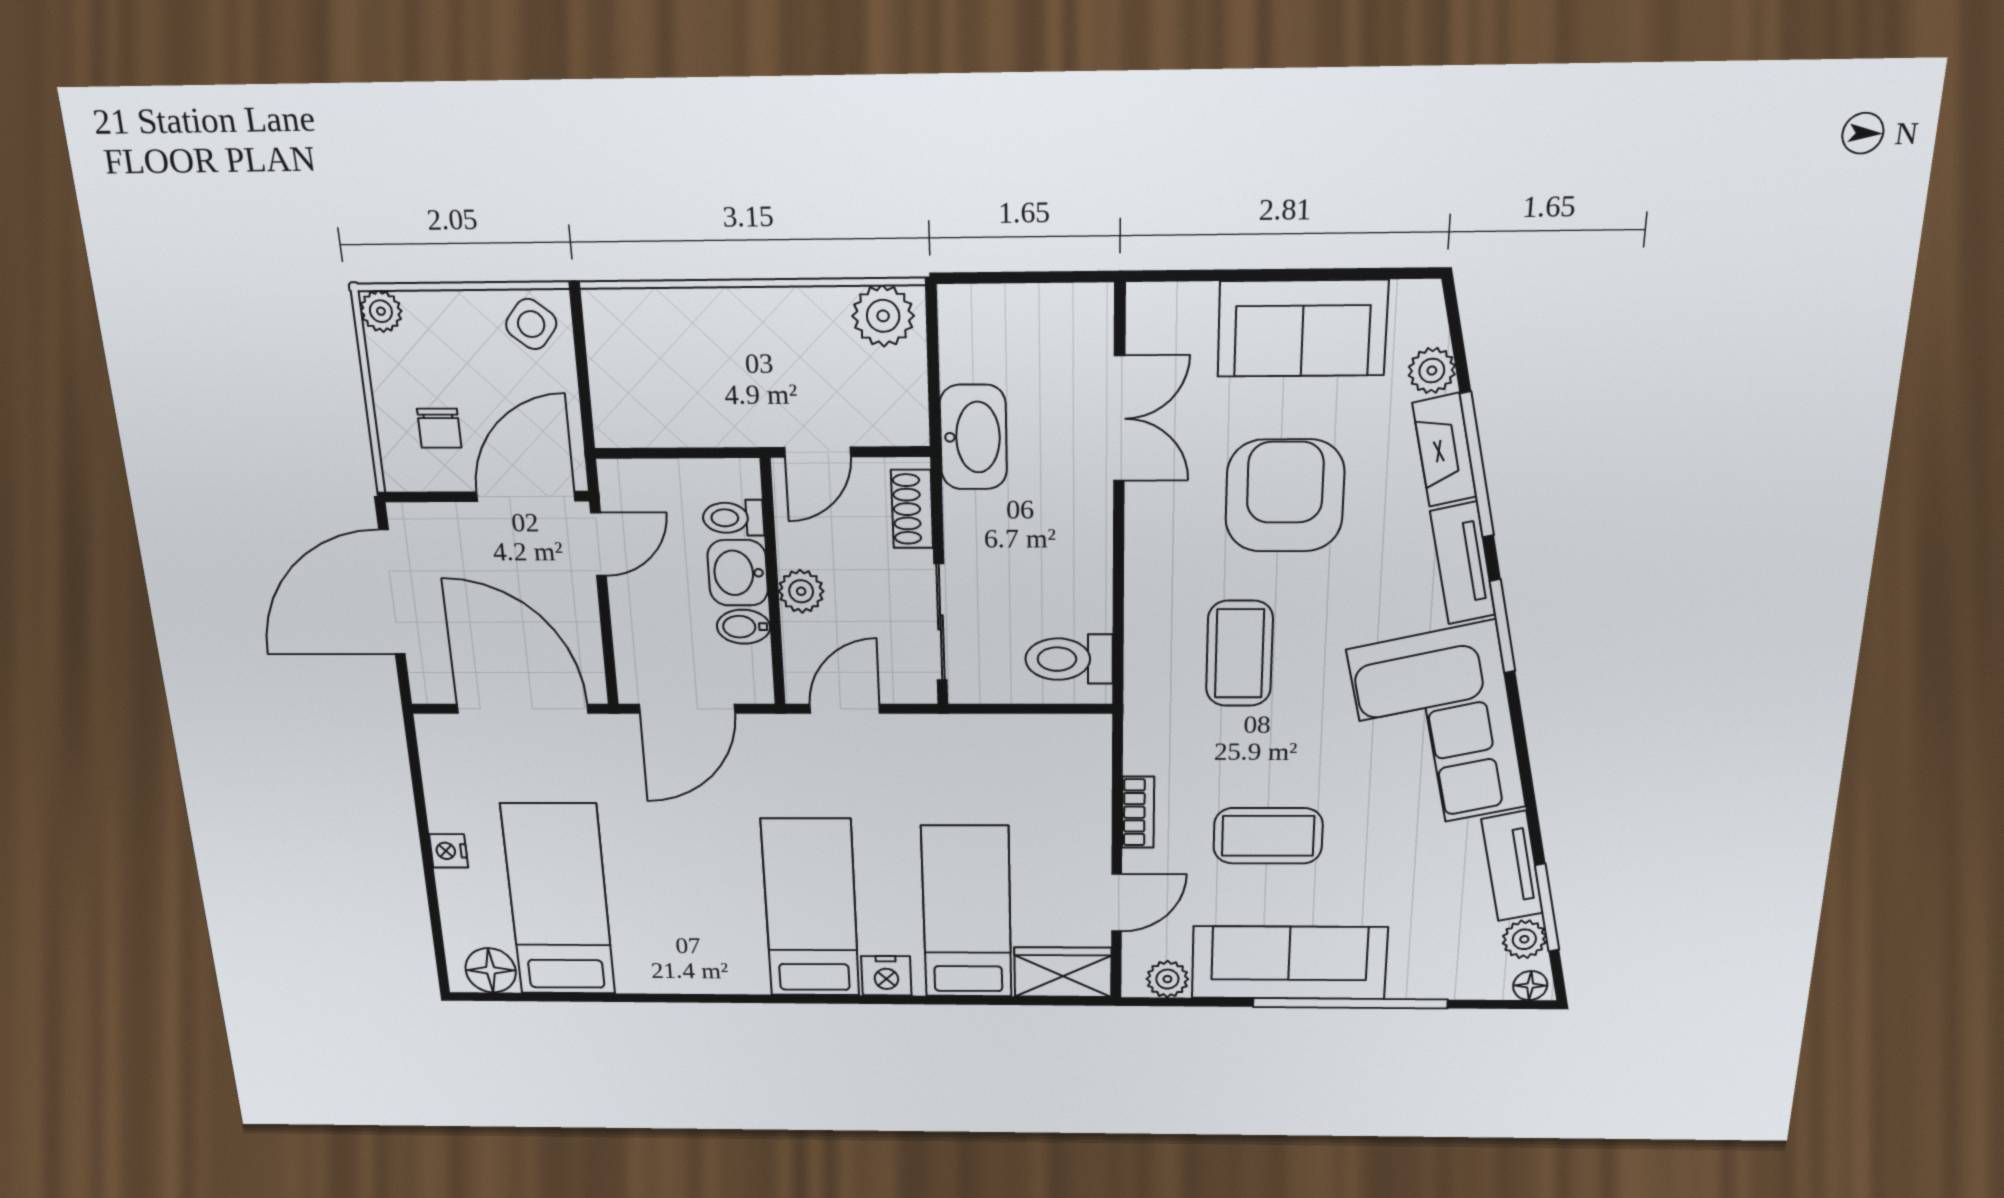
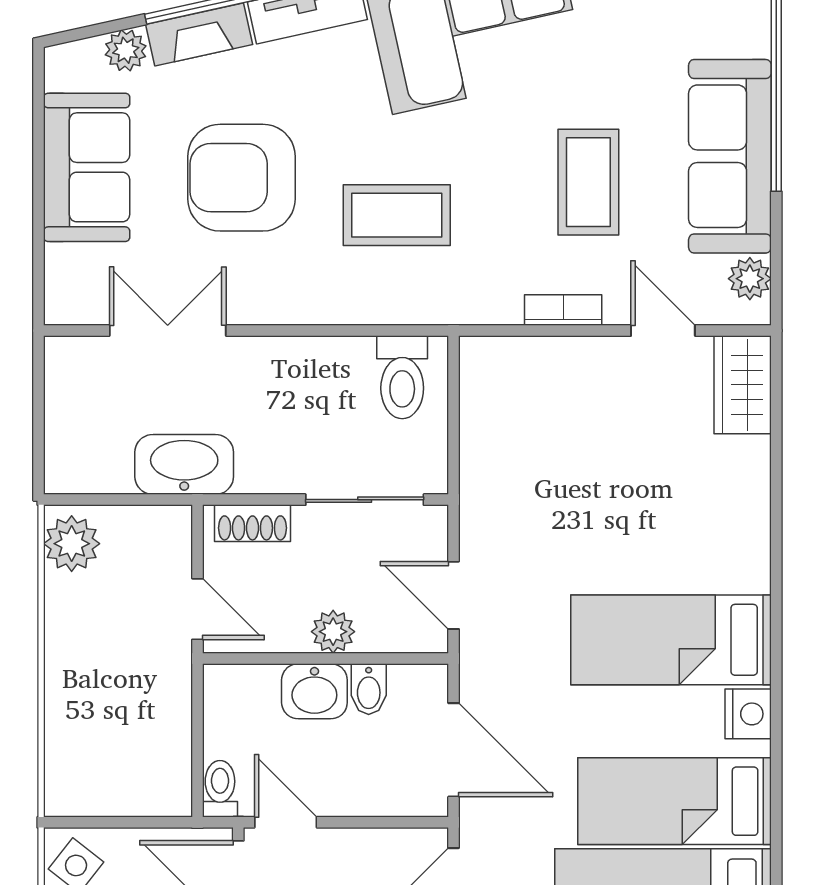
toilet: (733, 518) -> (220, 789), moved, turned 180
bed: (967, 912) -> (675, 801), moved
nightstand: (886, 976) -> (748, 714), moved

